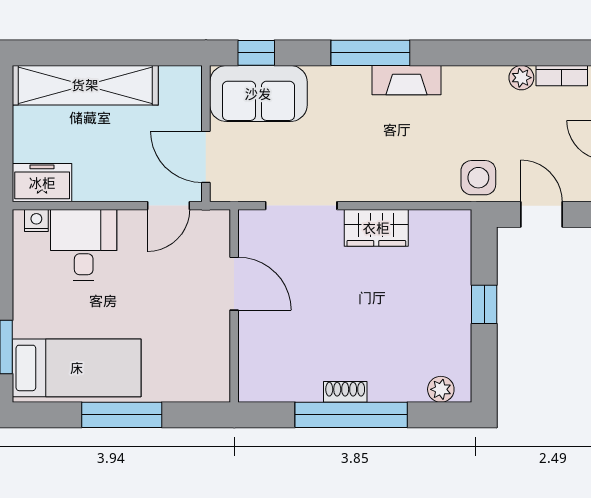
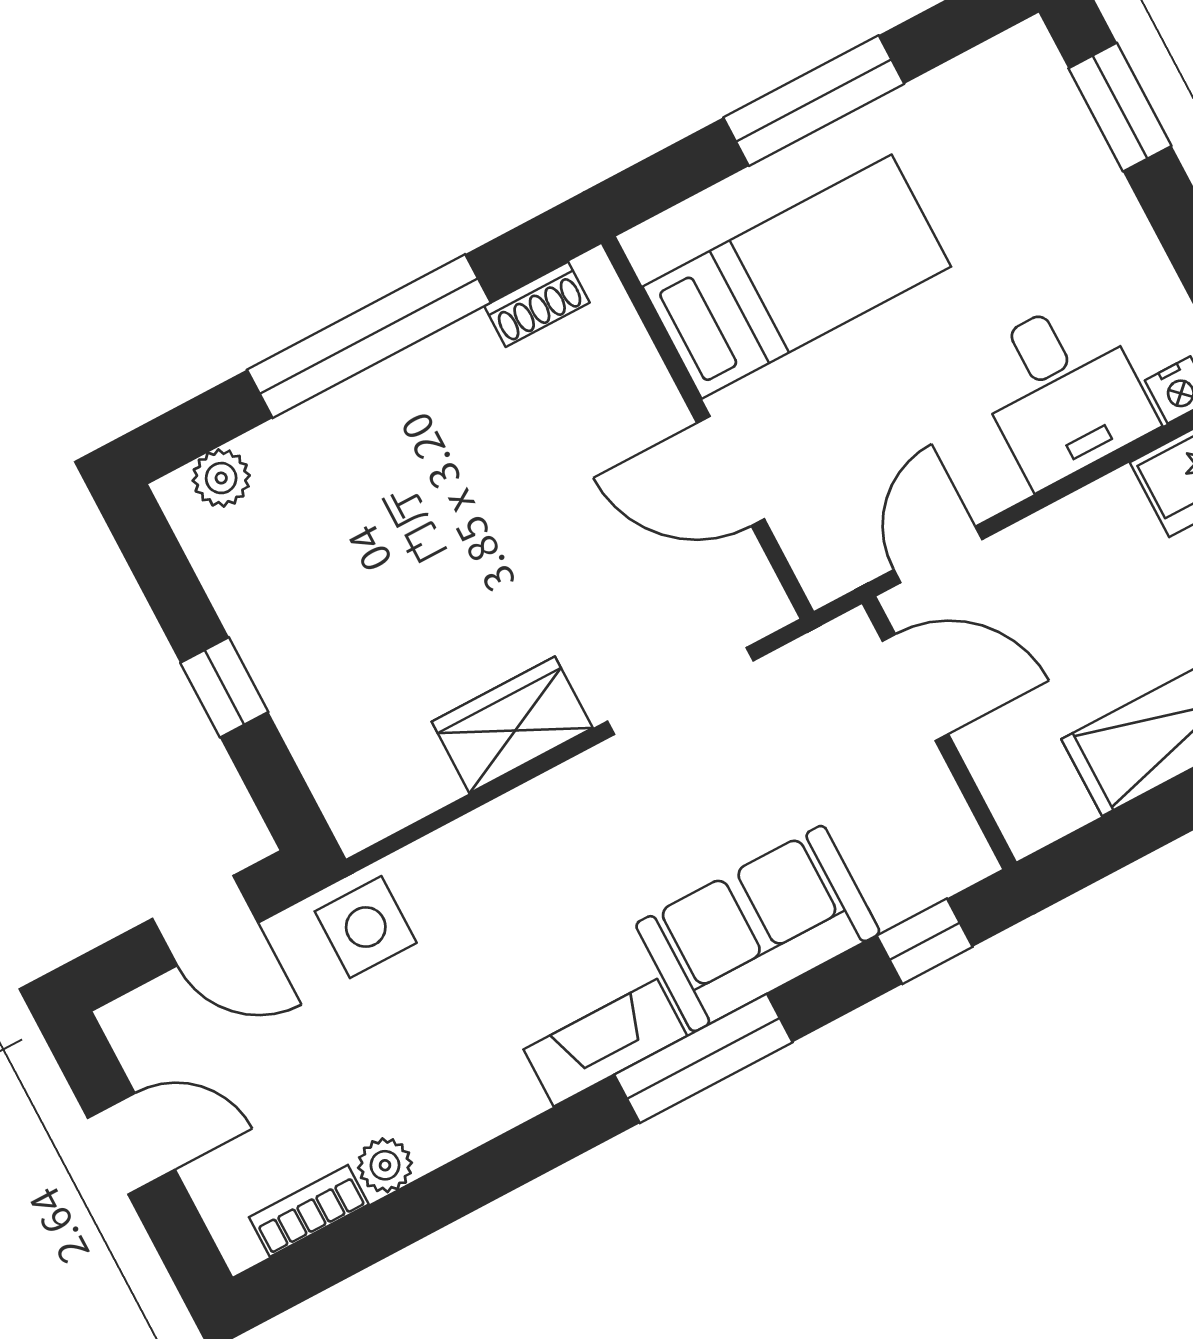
sofa: (258, 94) -> (758, 929), moved
bed: (77, 368) -> (797, 277), moved, turned 180
shoe rack: (345, 392) -> (537, 304), moved

